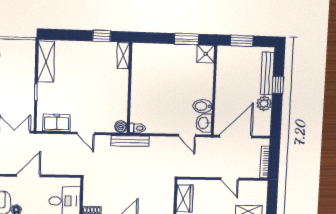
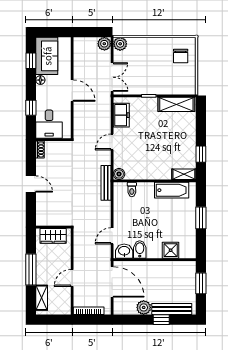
window: (186, 39) -> (201, 218), moved
shower: (206, 54) -> (171, 250), moved
bathtub: (140, 70) -> (172, 190), added
toilet: (137, 128) -> (132, 189), moved

